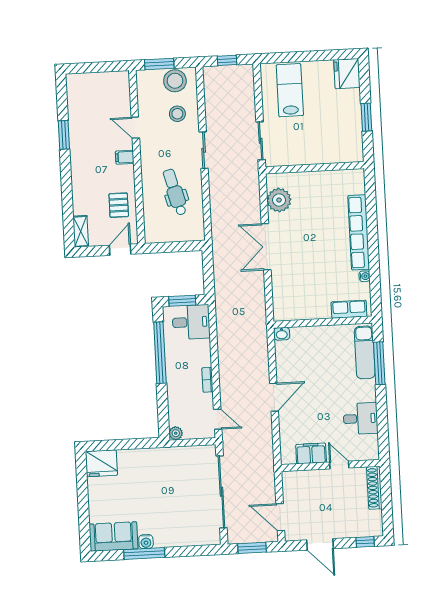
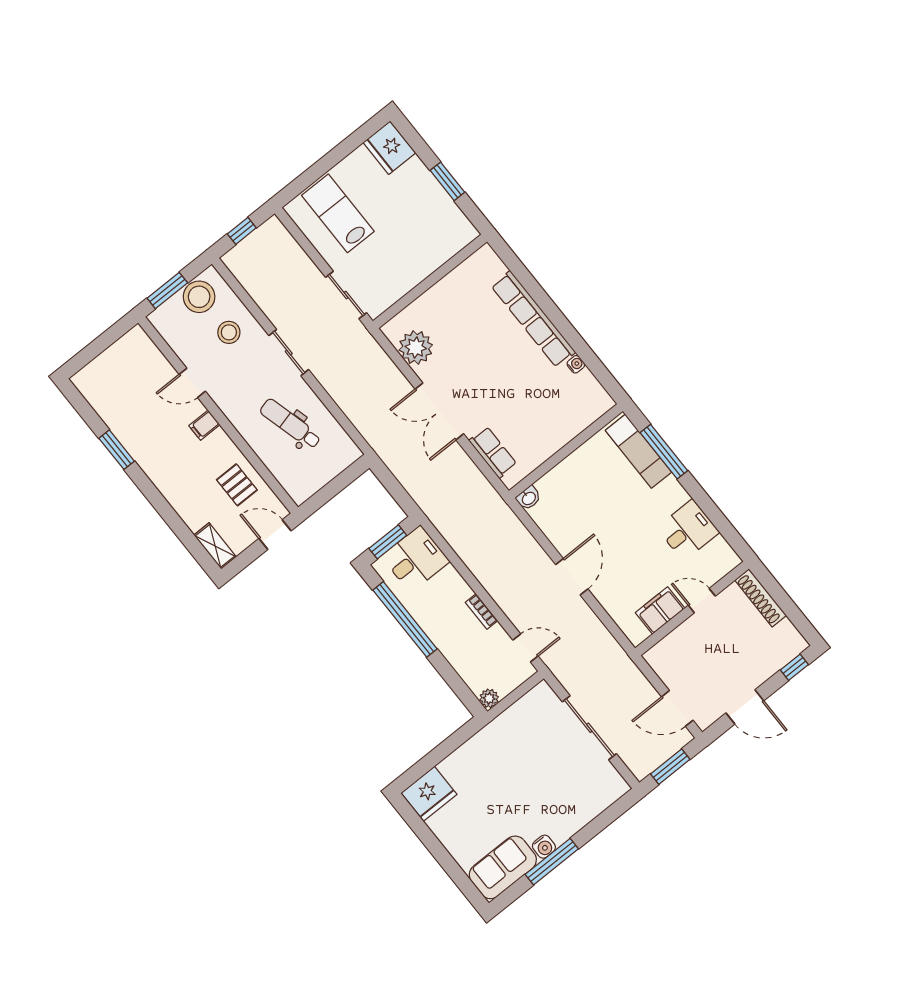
door: (120, 250) -> (275, 535), hinge flipped
row of seats: (349, 309) -> (493, 452), moved, turned 90
sliding door: (221, 492) -> (589, 728), width x0.73

